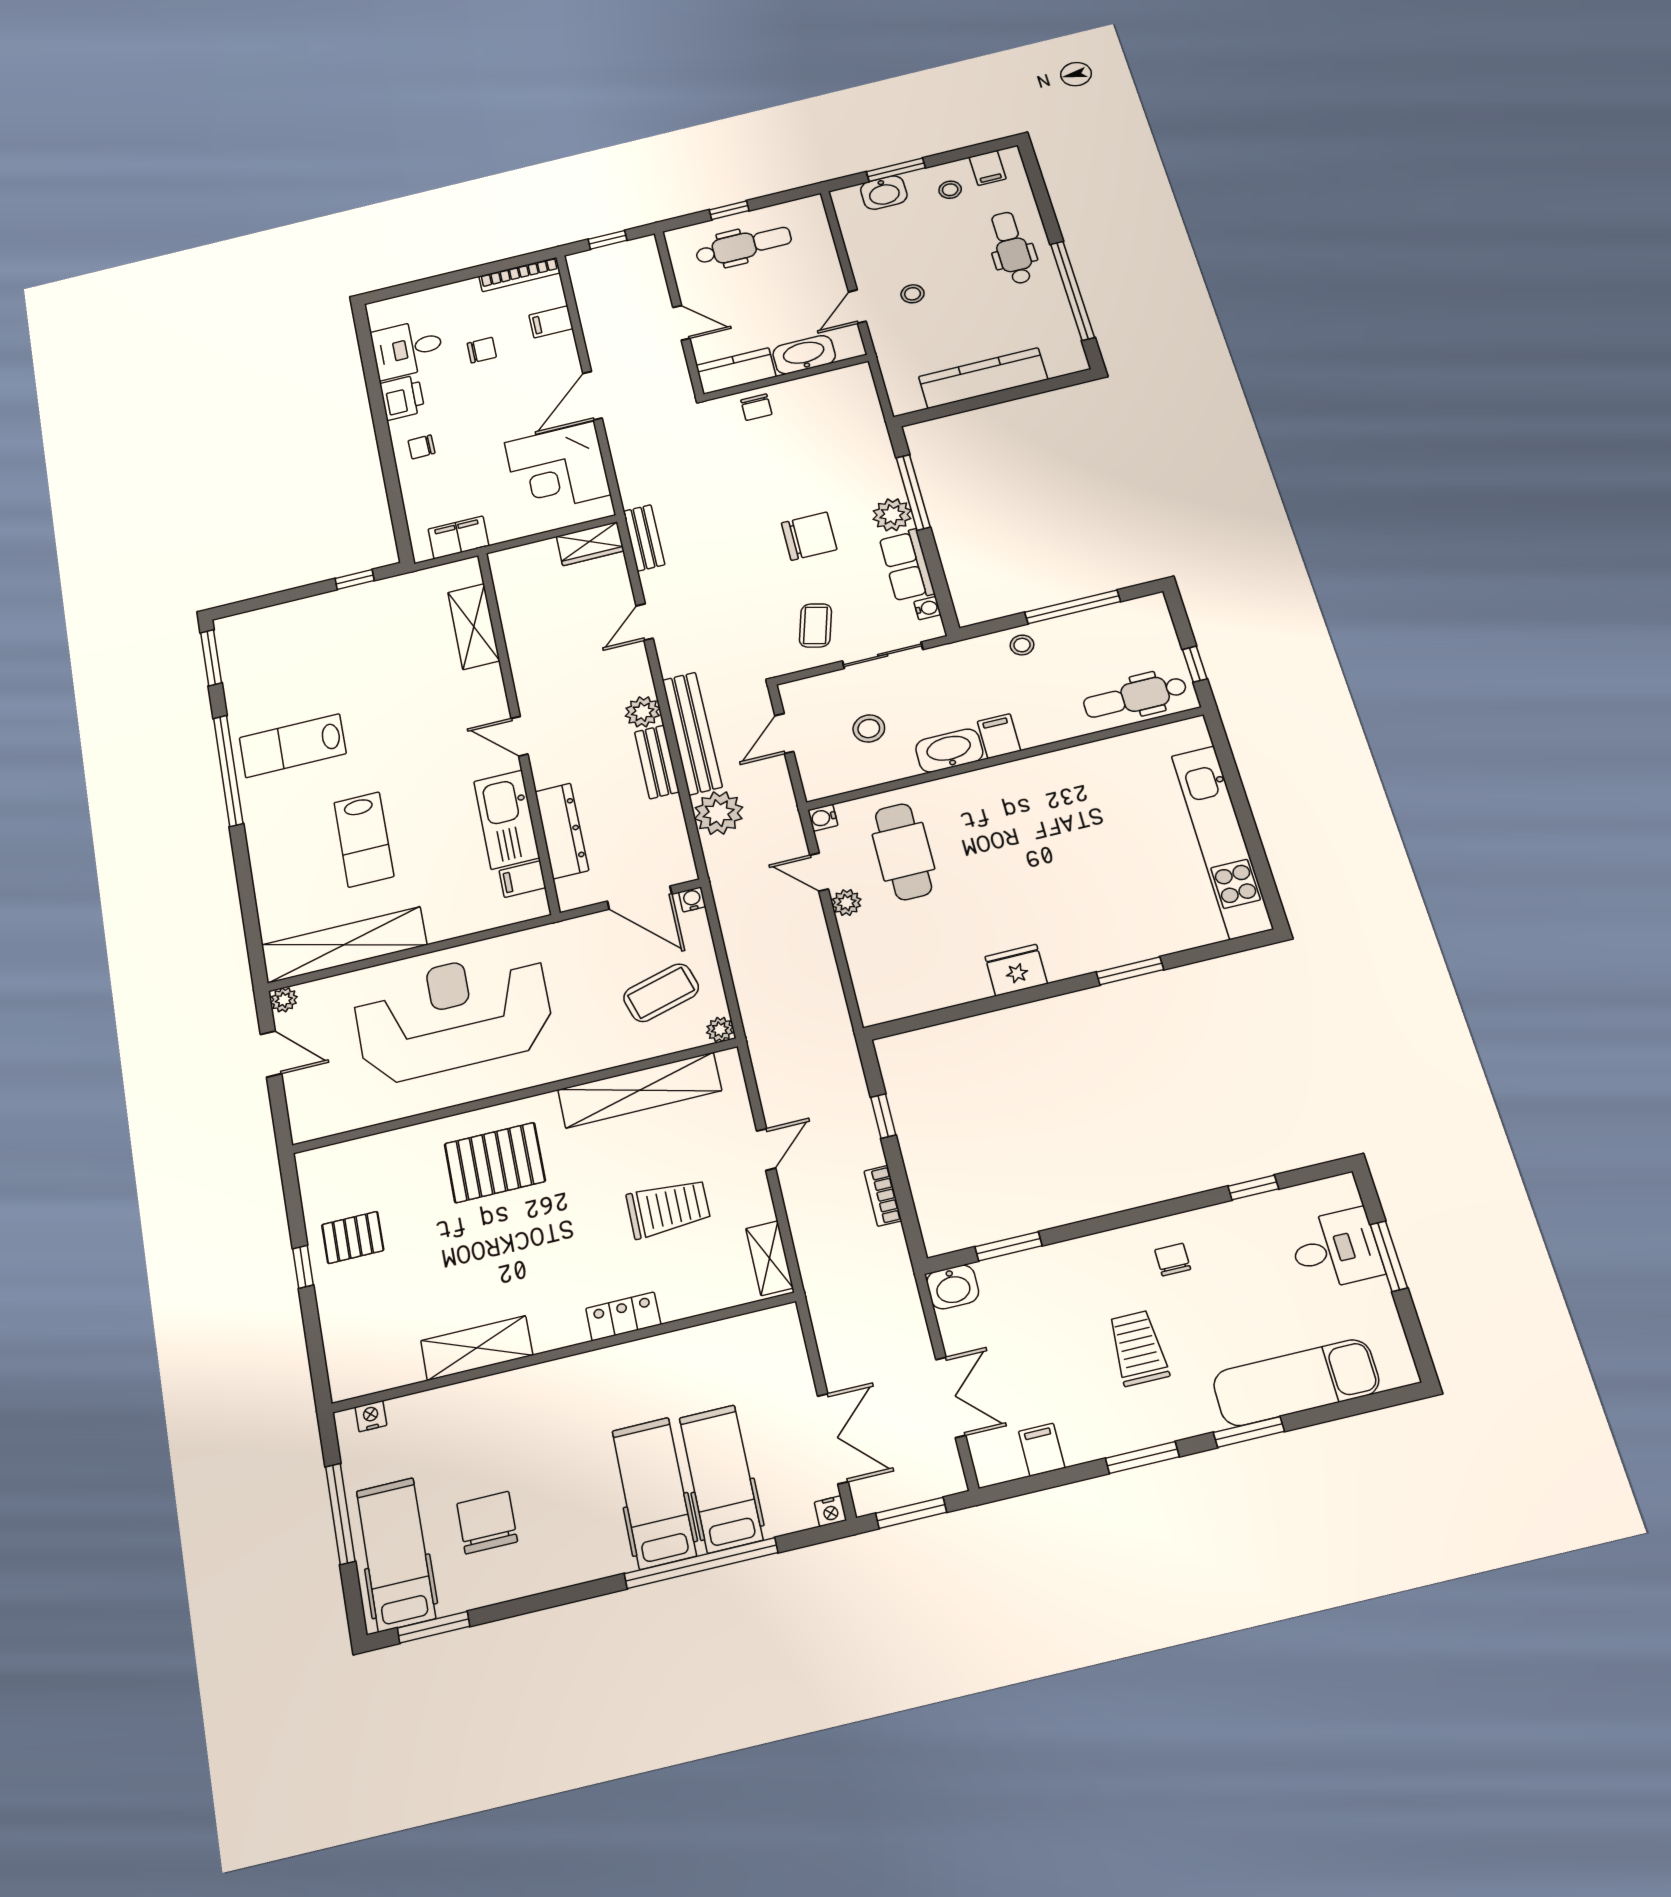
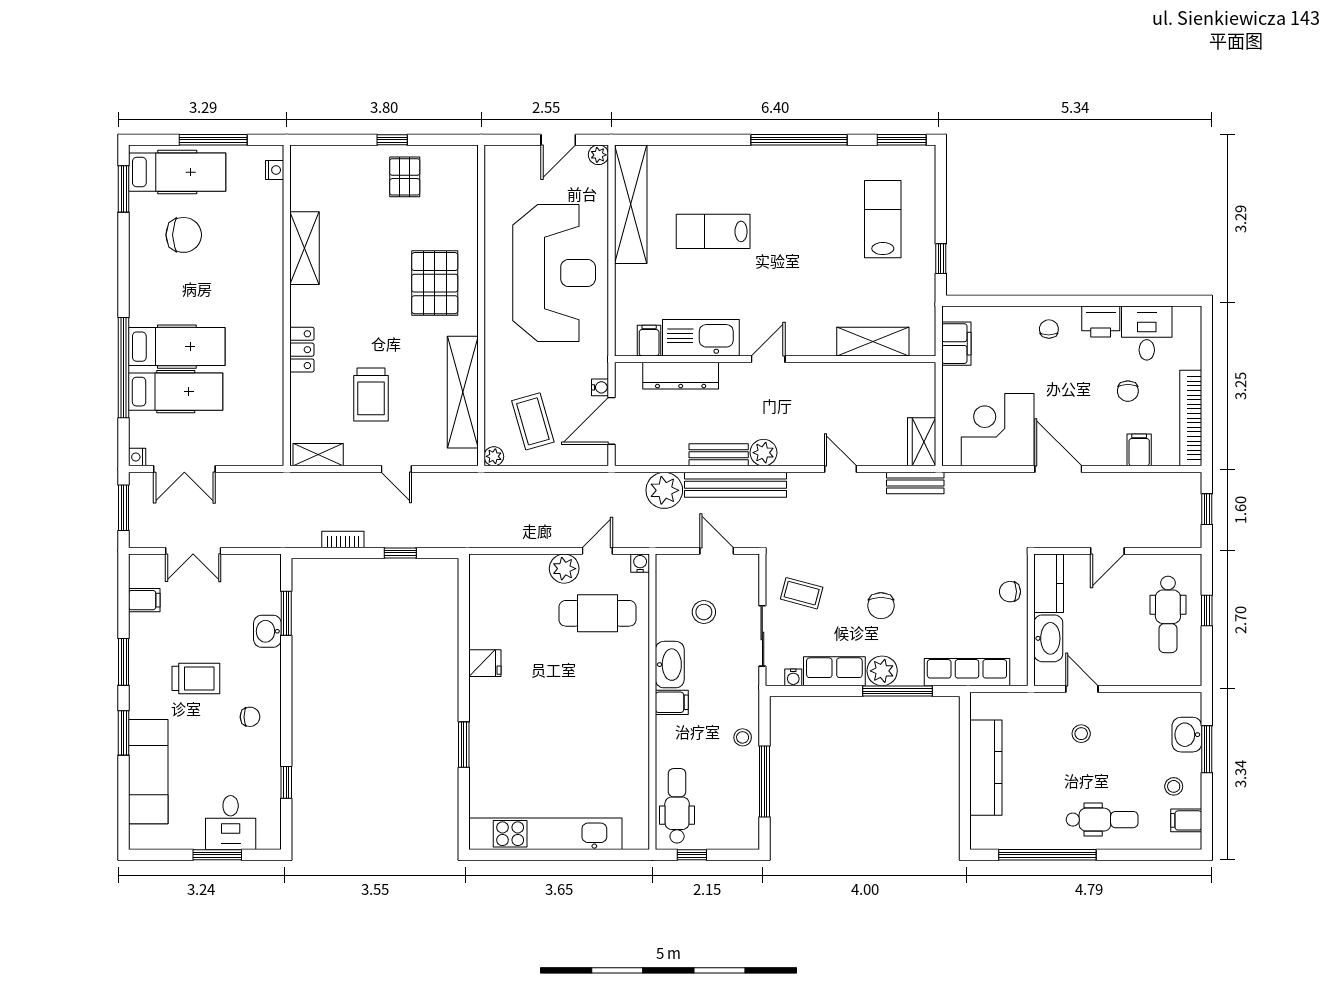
bookcase: (520, 275) -> (1191, 418), width x1.48, depth x1.31
row of seats: (869, 426) -> (967, 672), added
chair: (809, 536) -> (881, 606), width x0.73, depth x0.73
lab bench: (293, 746) -> (883, 219), moved
water cooler: (692, 899) -> (600, 387), moved
plant: (846, 903) -> (564, 569), width x1.38, depth x1.38
fridge: (1016, 970) -> (485, 663), width x0.72
washbasin: (953, 1287) -> (267, 631), moved

